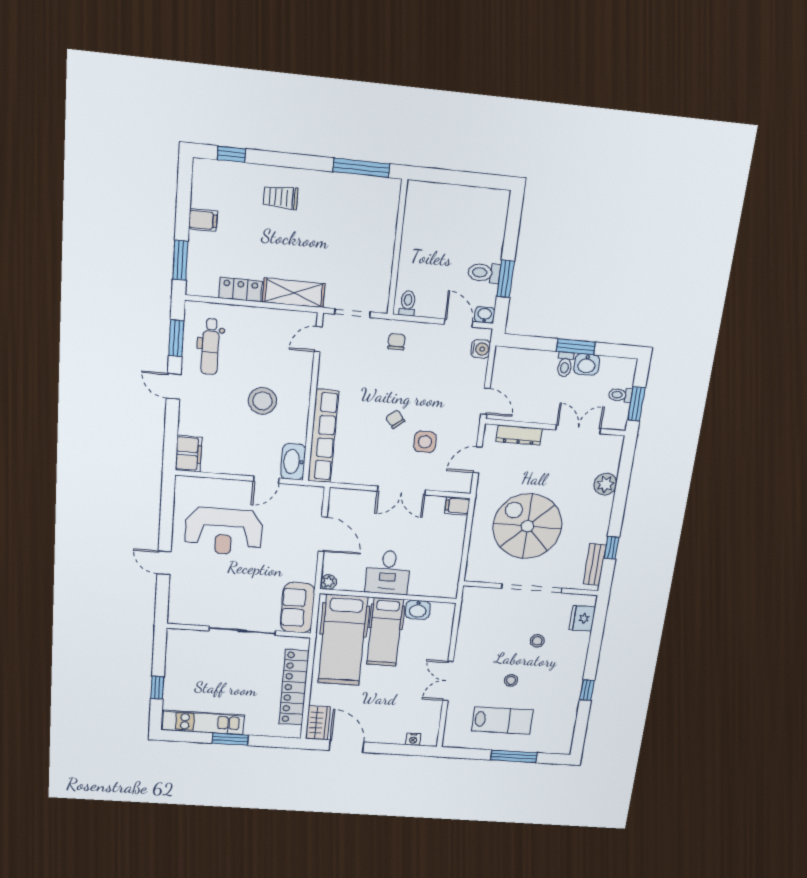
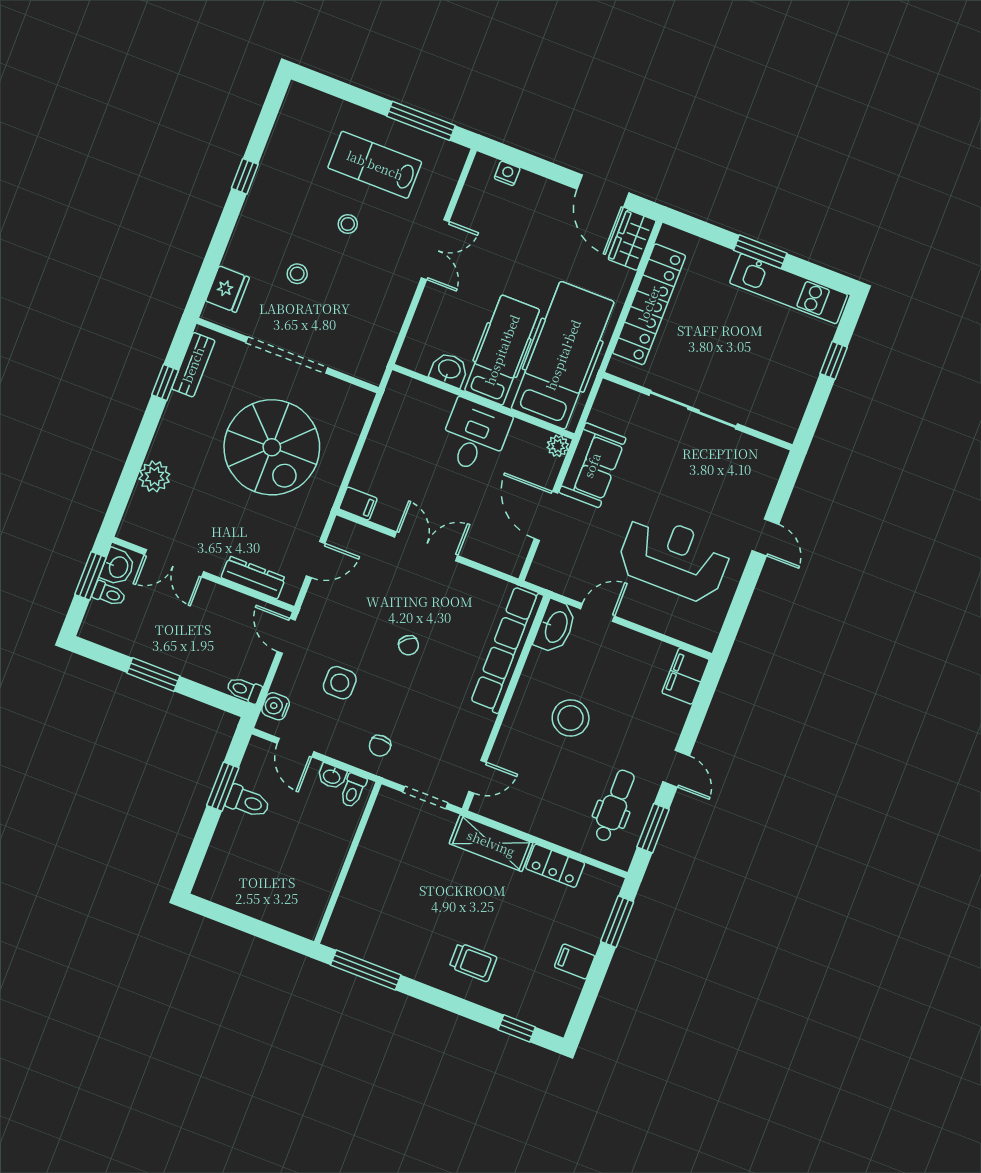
washbasin: (485, 315) -> (332, 776), moved
toilet: (565, 364) -> (244, 690), moved, turned -90
washbasin: (587, 364) -> (118, 567), moved, turned 90
side table: (425, 442) -> (340, 683), moved
sofa: (298, 608) -> (592, 465), moved
window: (514, 756) -> (421, 121), moved

